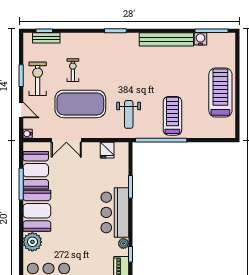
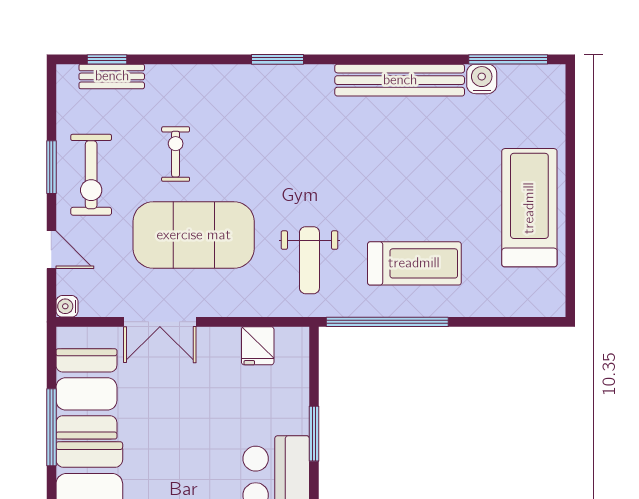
exercise bike: (38, 79) -> (91, 175), turned 180
treadmill: (172, 116) -> (414, 263), turned 90

